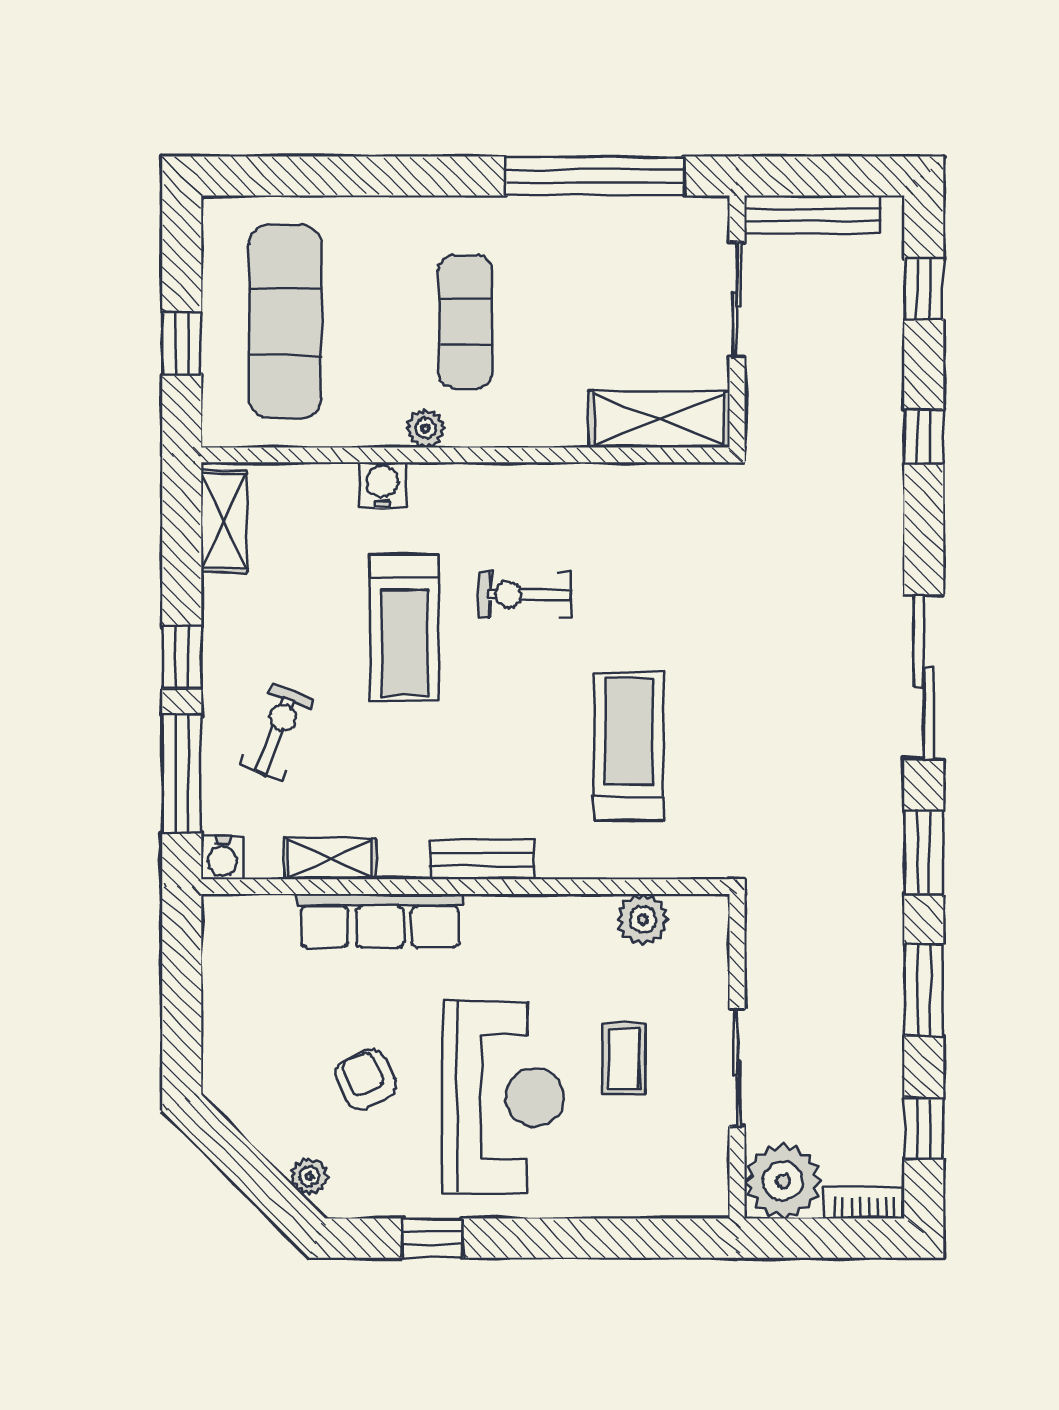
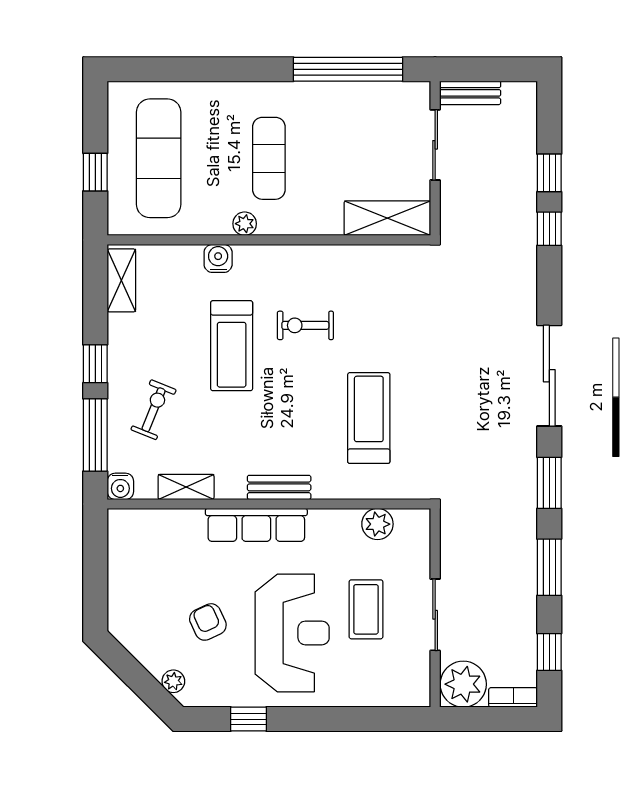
bench: (812, 215) -> (470, 93), width x0.73
window: (924, 289) -> (549, 173), moved
row of seats: (380, 921) -> (256, 525), moved
coffee table: (624, 1059) -> (366, 609), width x1.36, depth x1.30

